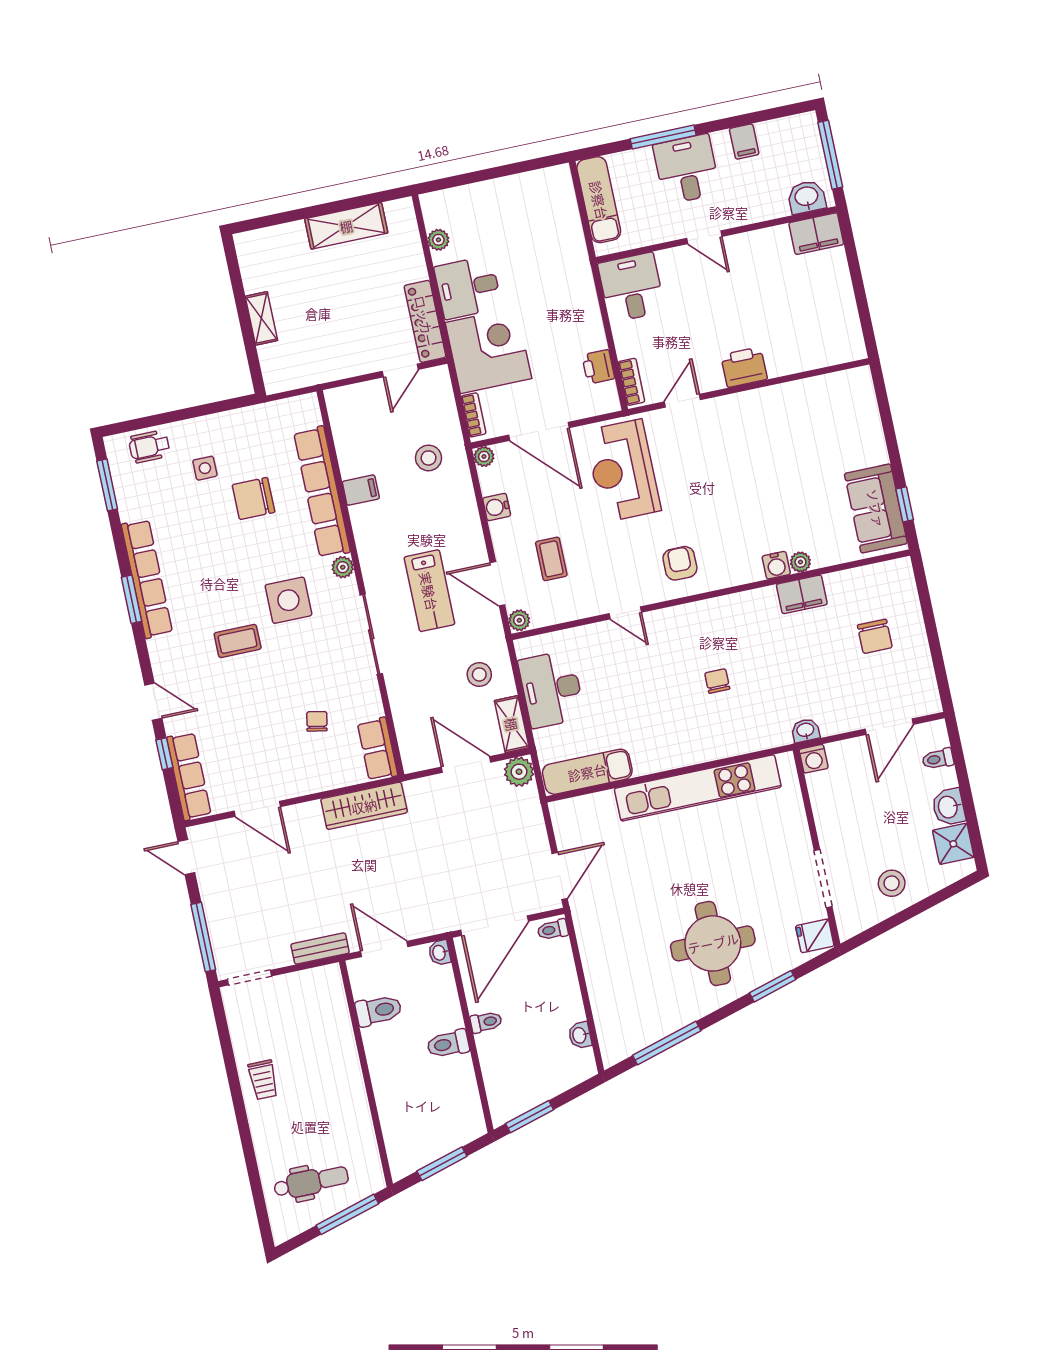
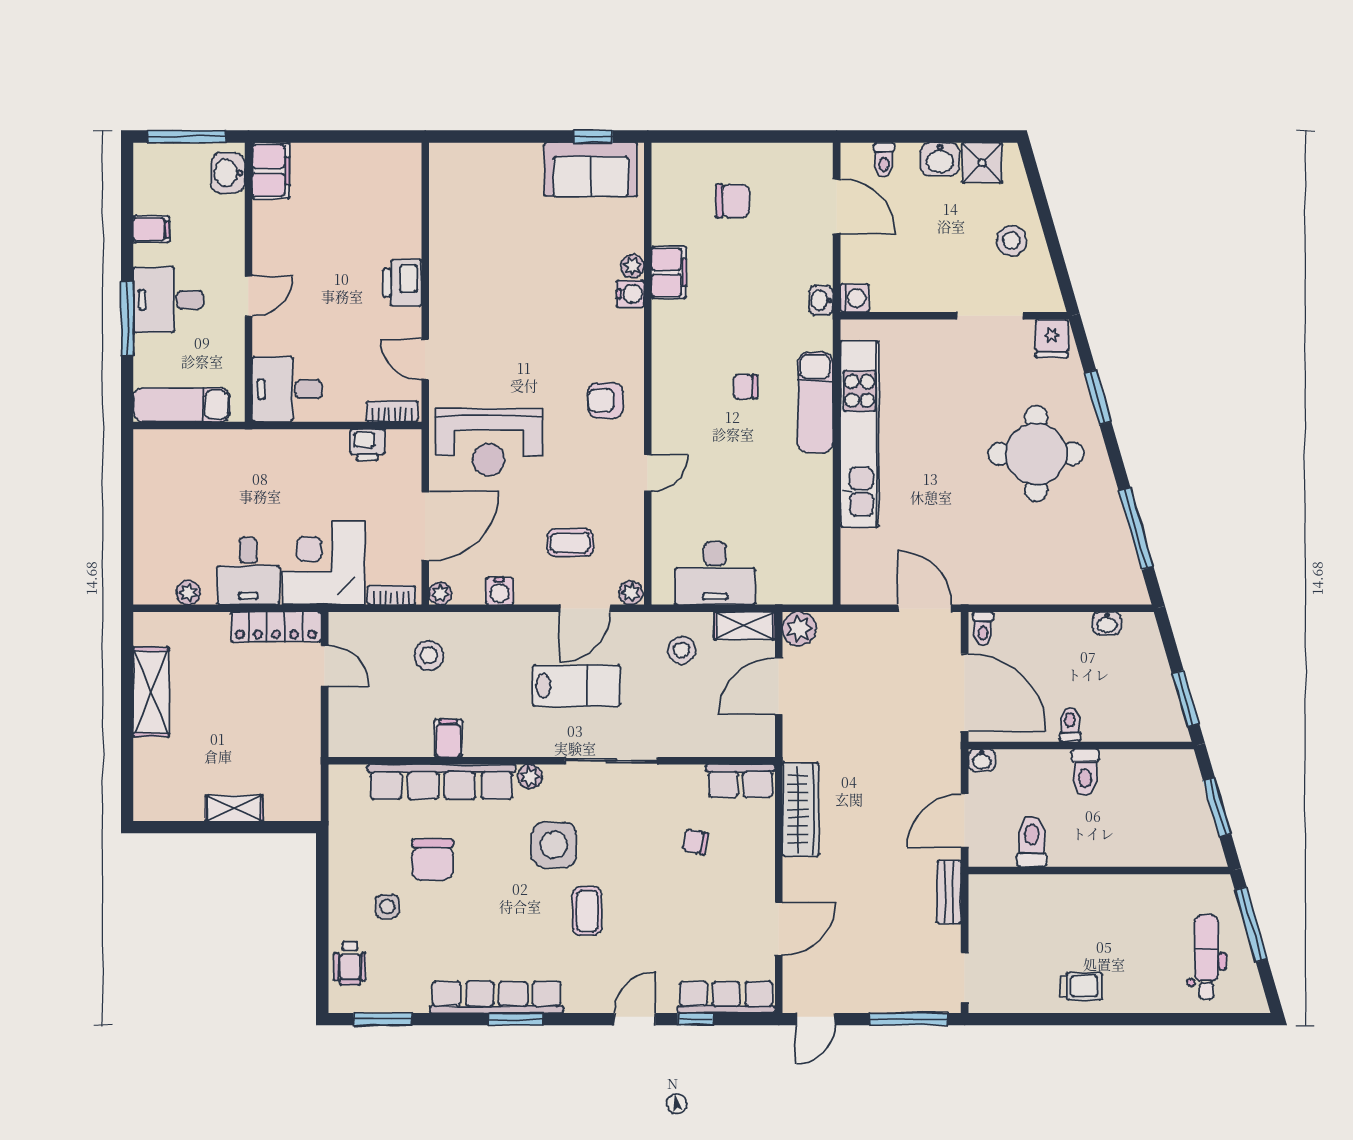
exam couch: (587, 772) -> (815, 403), moved

